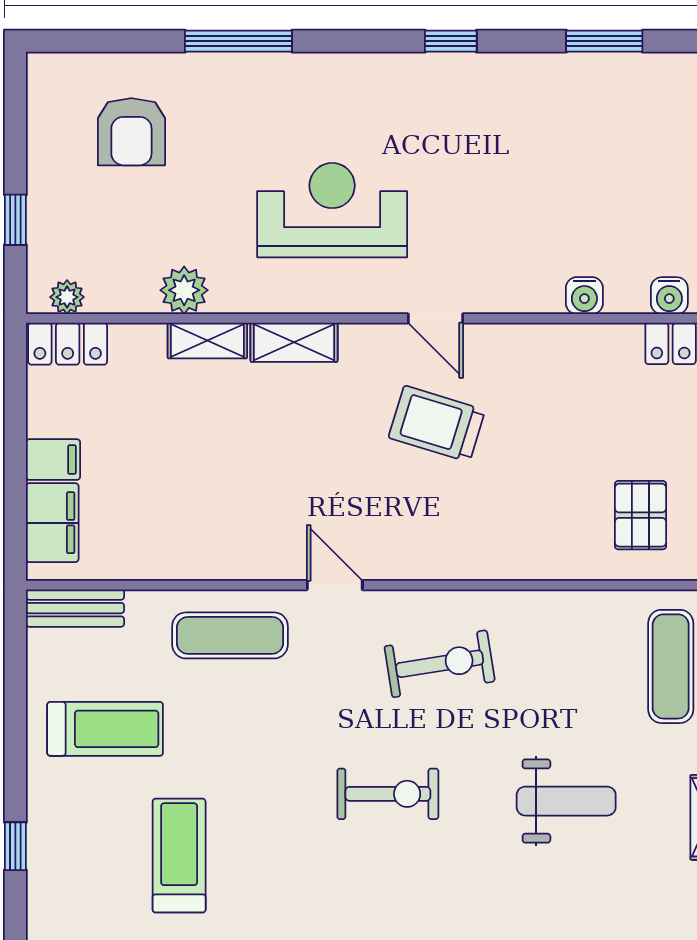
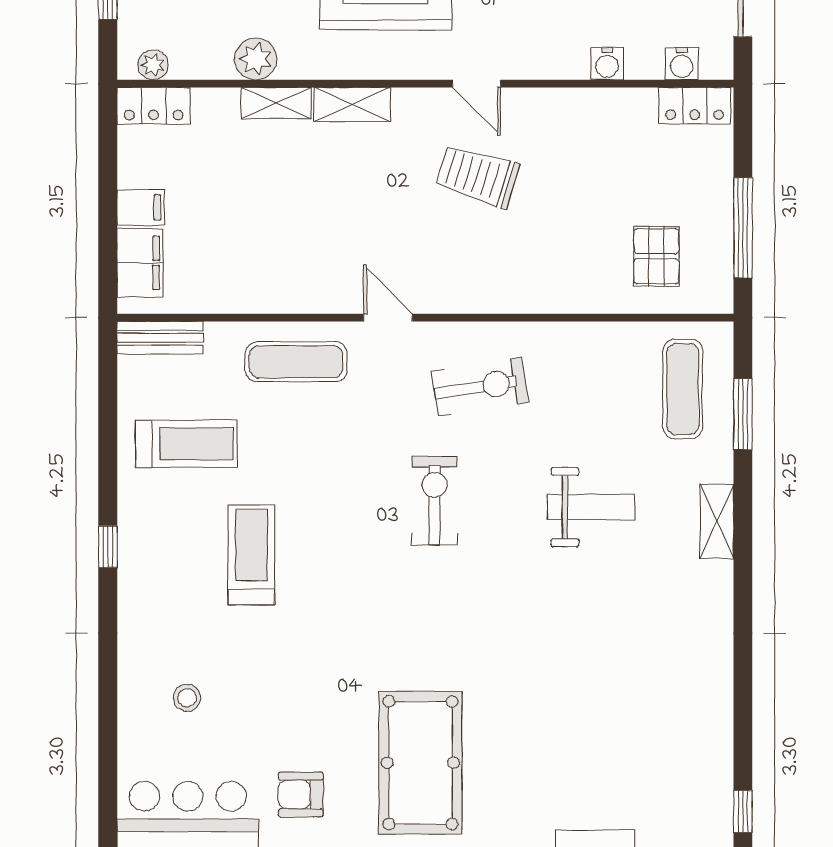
exercise bike: (388, 794) -> (435, 501), turned -90

